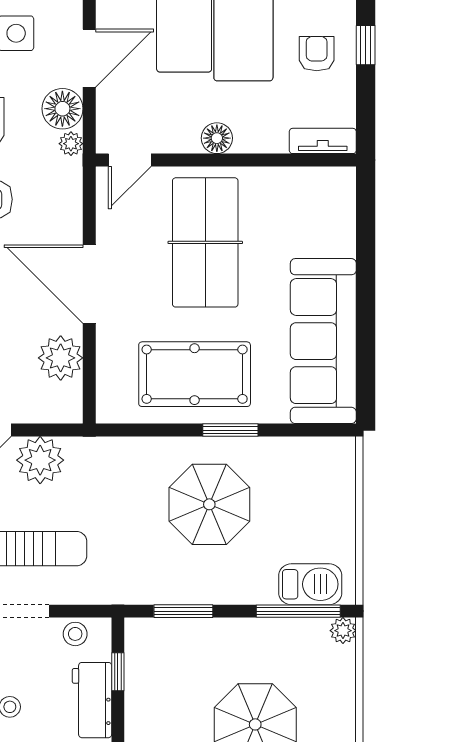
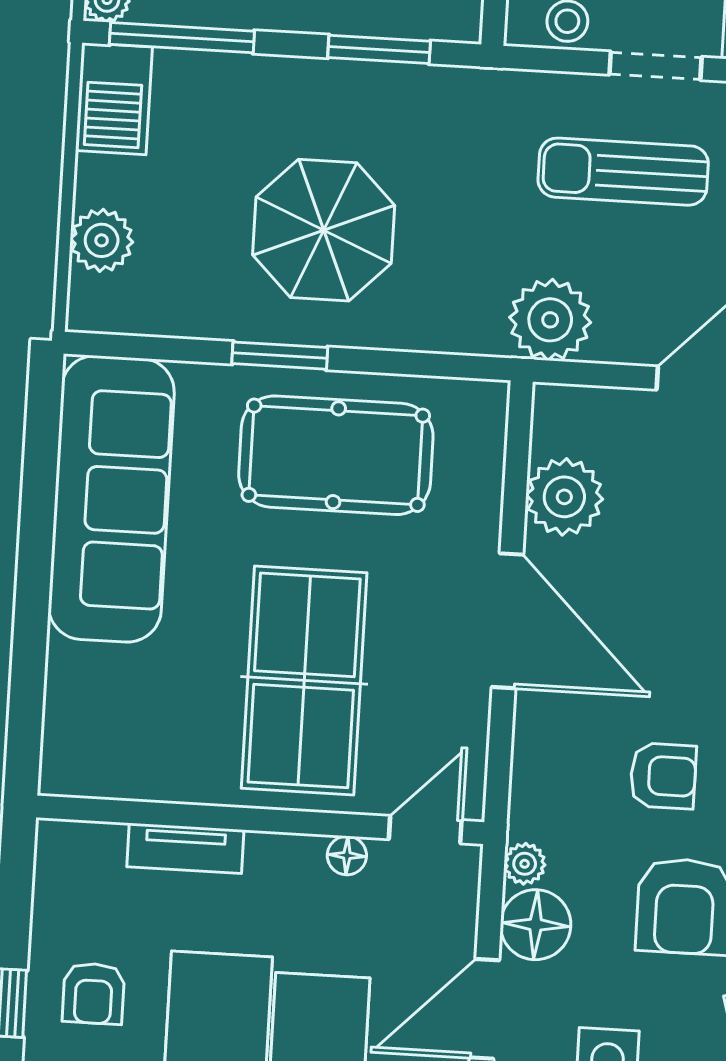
floor lamp: (217, 138) -> (347, 855), moved, width x0.73, depth x0.73
tv unit: (323, 141) -> (185, 848), moved
plant: (40, 460) -> (550, 320), moved
plant: (338, 491) -> (102, 240), added
barbecue: (310, 584) -> (114, 99), moved, turned -90

